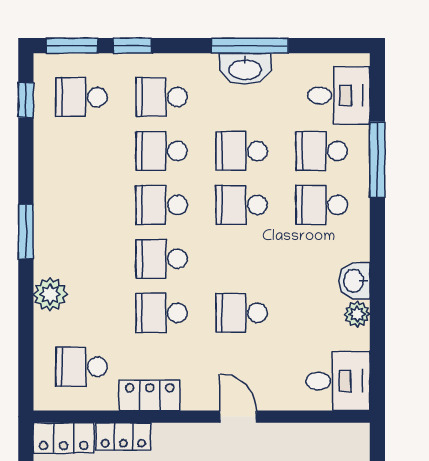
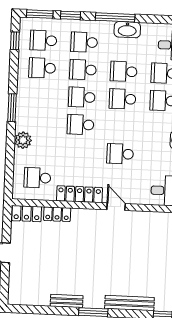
window: (250, 46) -> (115, 17), moved
school desk: (162, 313) -> (42, 68), moved
locker: (150, 395) -> (79, 194), width x1.53

